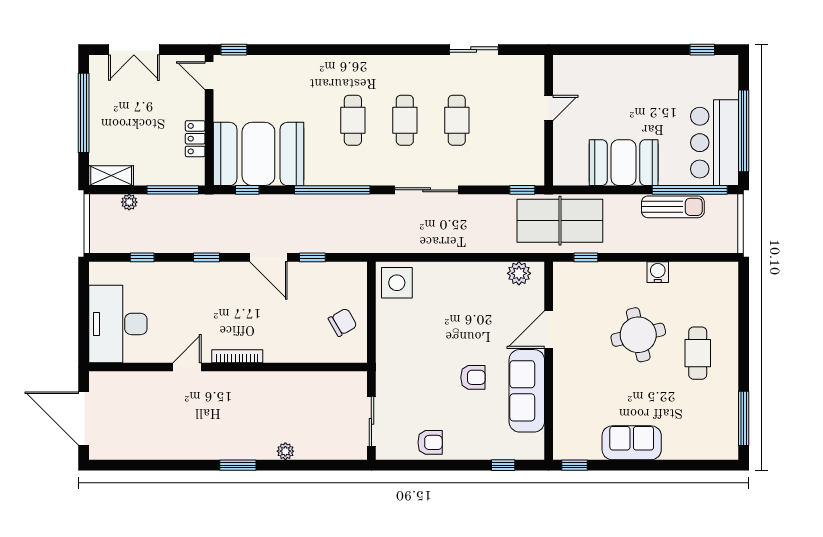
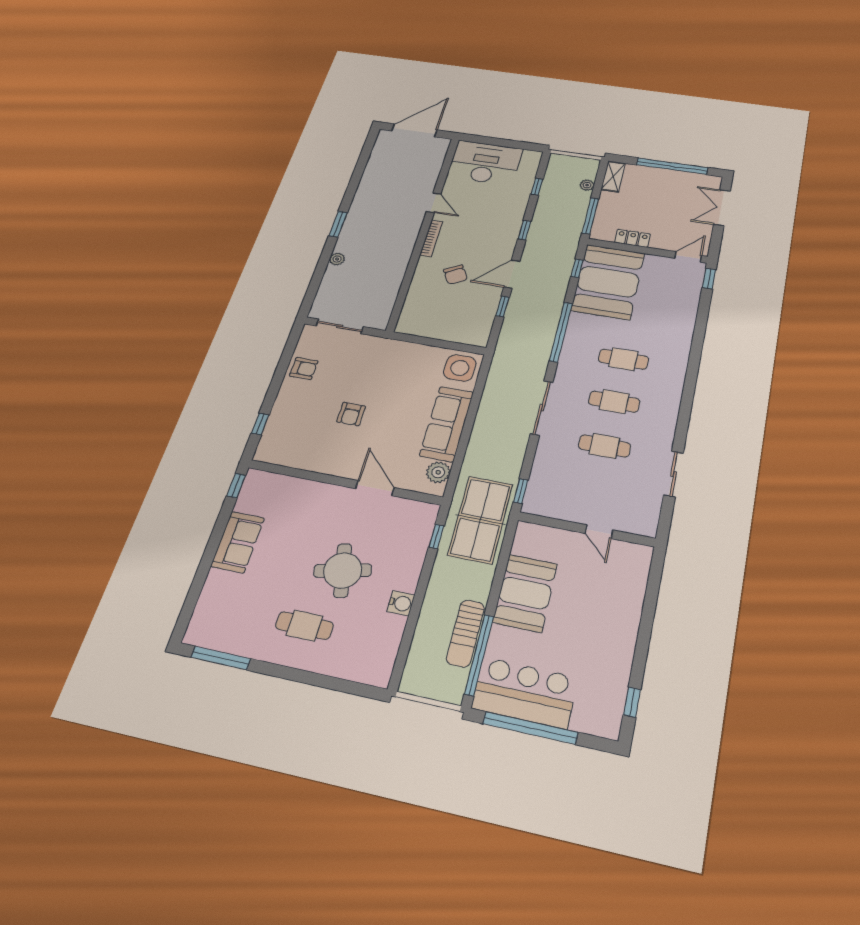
chair: (343, 322) -> (456, 275), moved
sofa: (527, 391) -> (447, 424), moved, turned -90
armchair: (430, 442) -> (304, 368), turned -90

